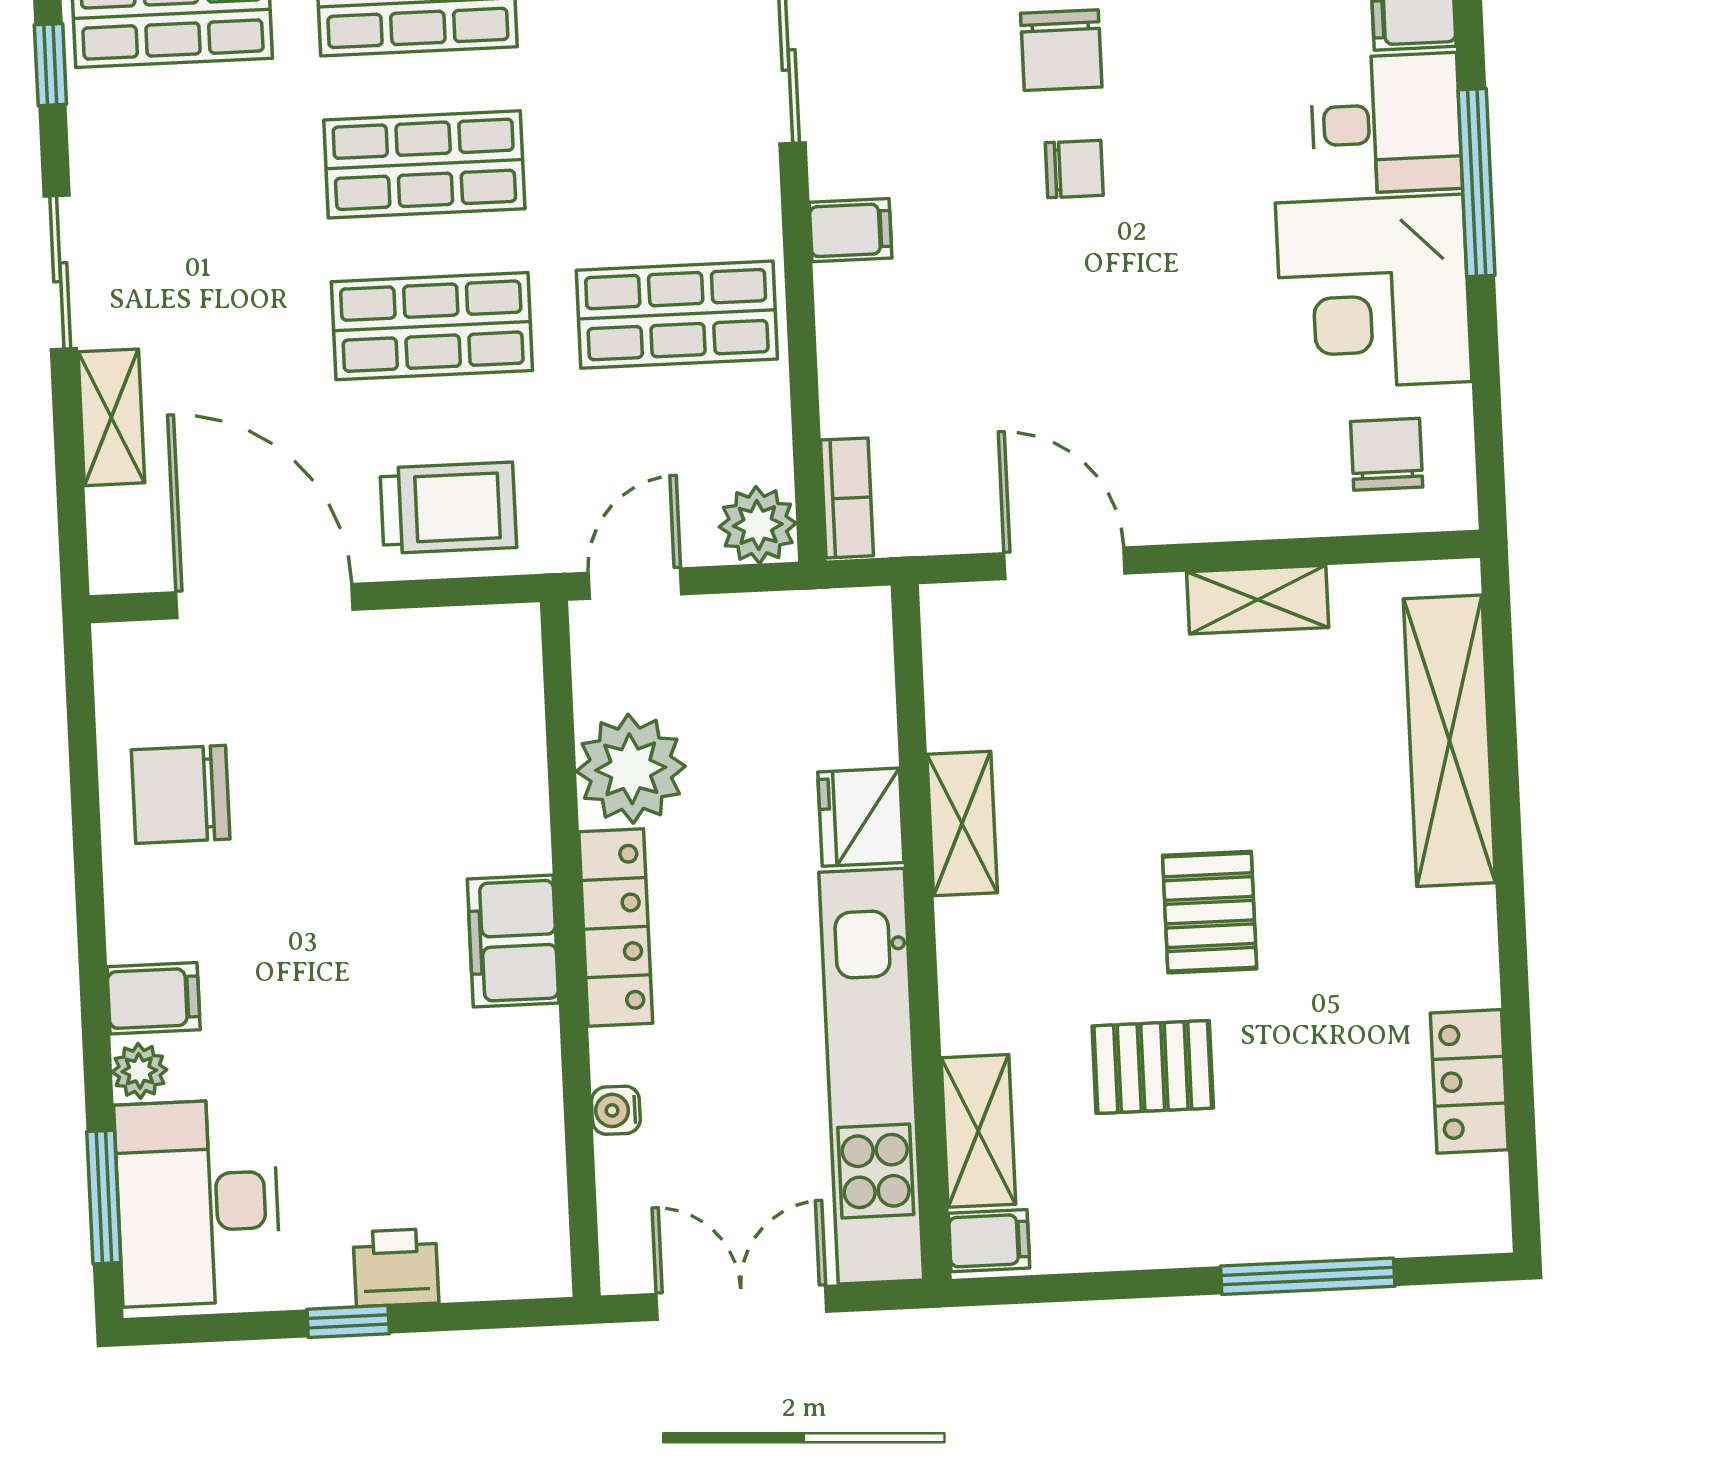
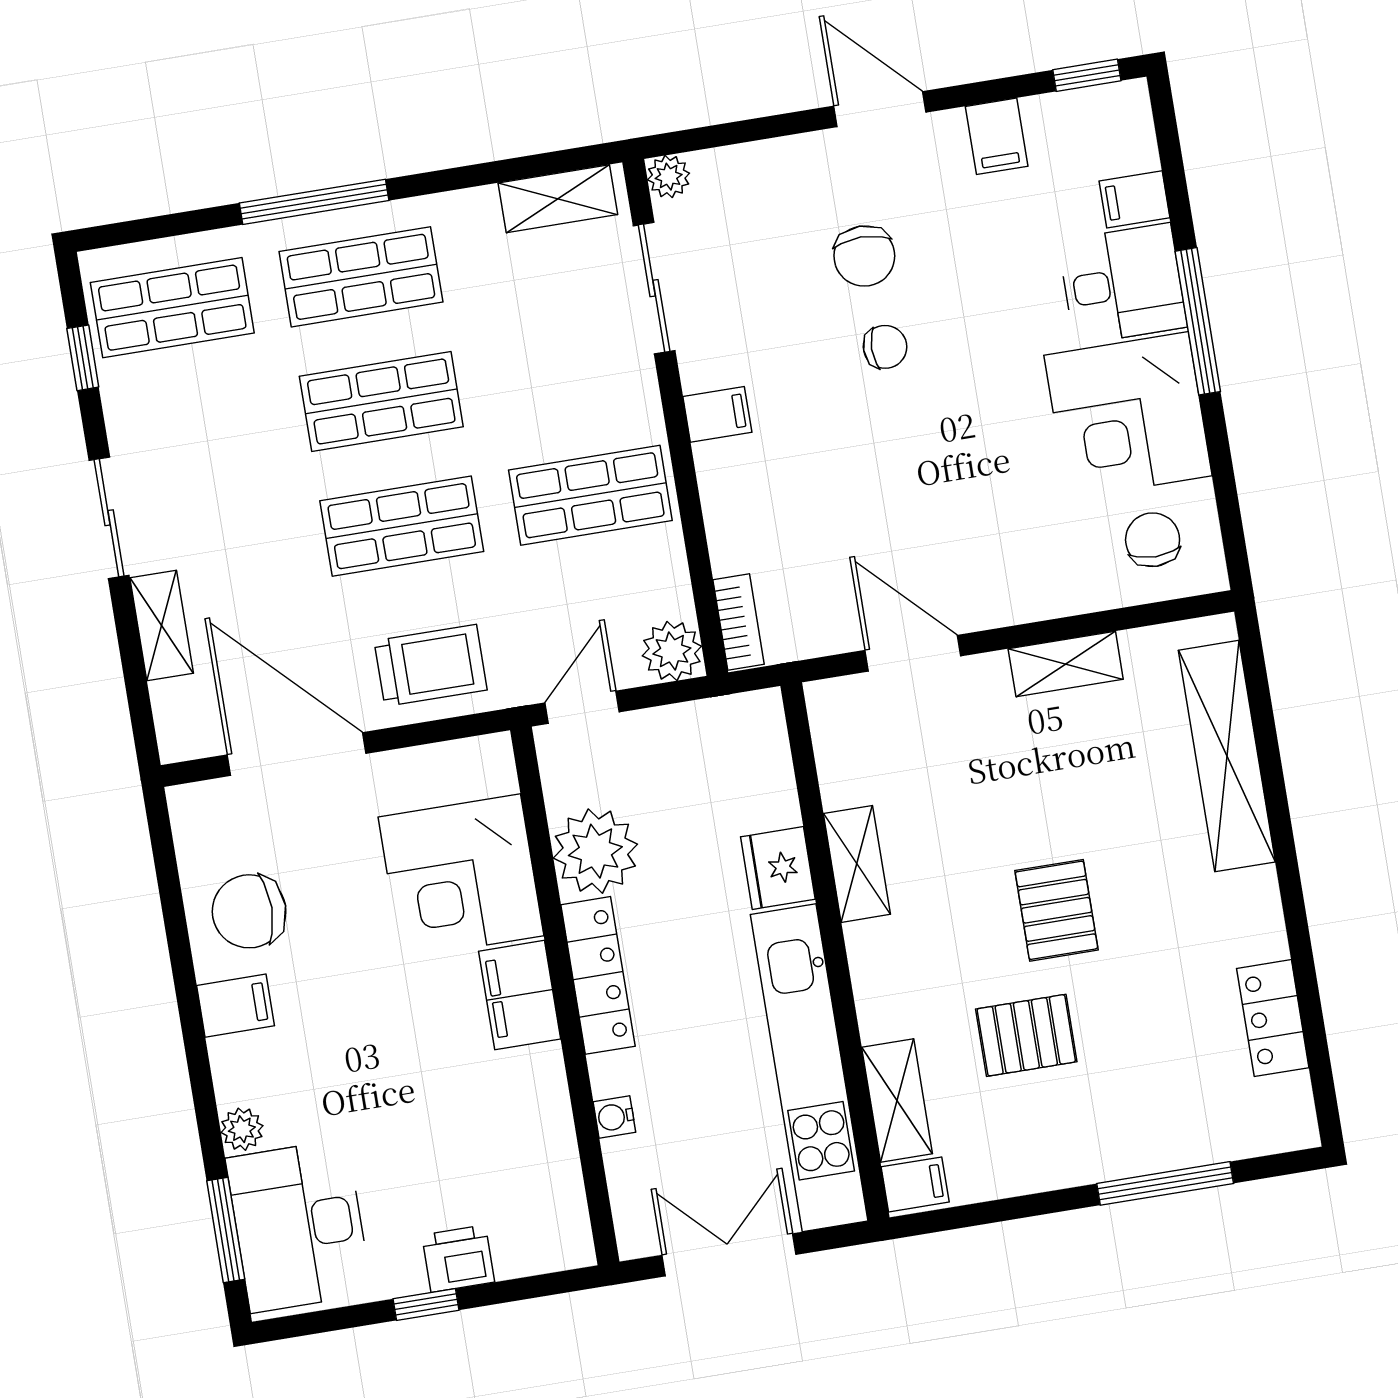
corner desk: (456, 781) -> (461, 876), added
filing cabinet: (154, 998) -> (236, 1006), moved

